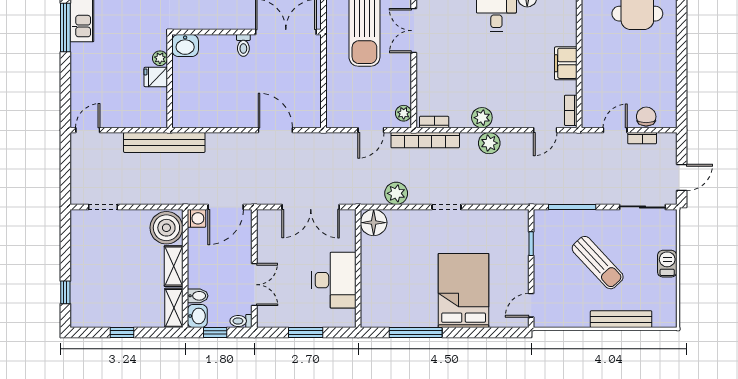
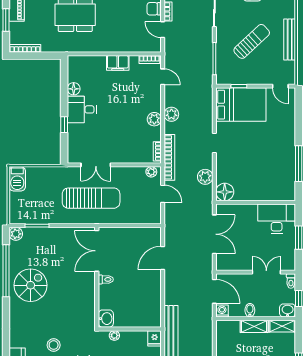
fridge: (156, 77) -> (155, 338), moved
boiler: (166, 228) -> (228, 331), removed
desk: (334, 280) -> (277, 219), moved
bed: (464, 290) -> (241, 105), moved, turned 180
bidet: (198, 296) -> (250, 310), moved
bench: (621, 319) -> (290, 39), moved

